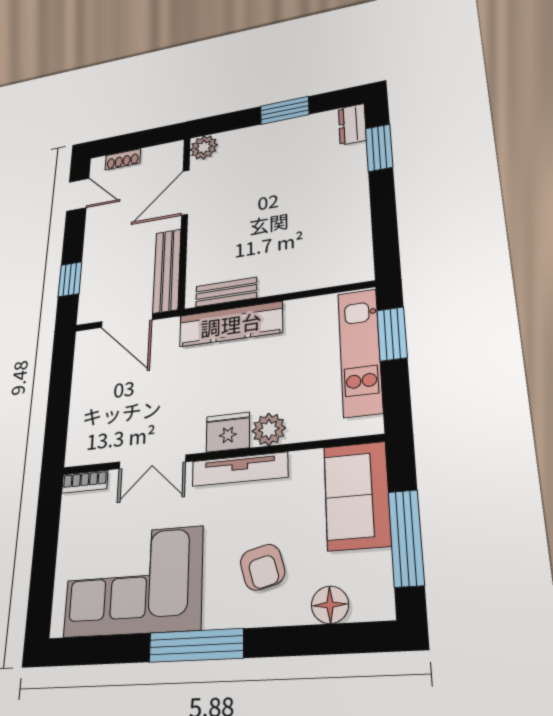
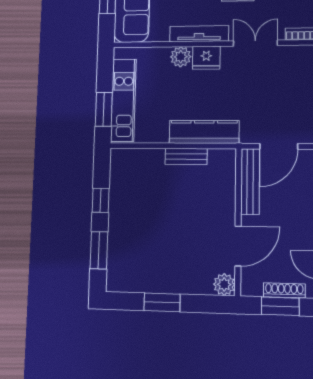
dresser: (352, 124) -> (115, 276), removed
window: (136, 141) -> (280, 306), added
shoe rack: (123, 159) -> (284, 290), width x1.43
window: (383, 209) -> (101, 200), added
bench: (226, 292) -> (186, 156), moved
door: (127, 321) -> (279, 146), swing flipped

